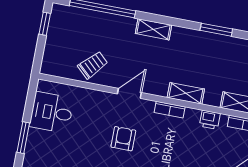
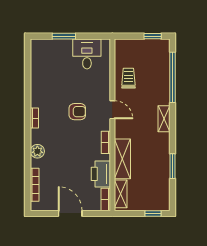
trolley: (93, 65) -> (128, 78), turned -133
shelving: (186, 93) -> (122, 159), width x1.50, depth x1.33
printer: (210, 120) -> (101, 174), width x1.87, depth x1.48

